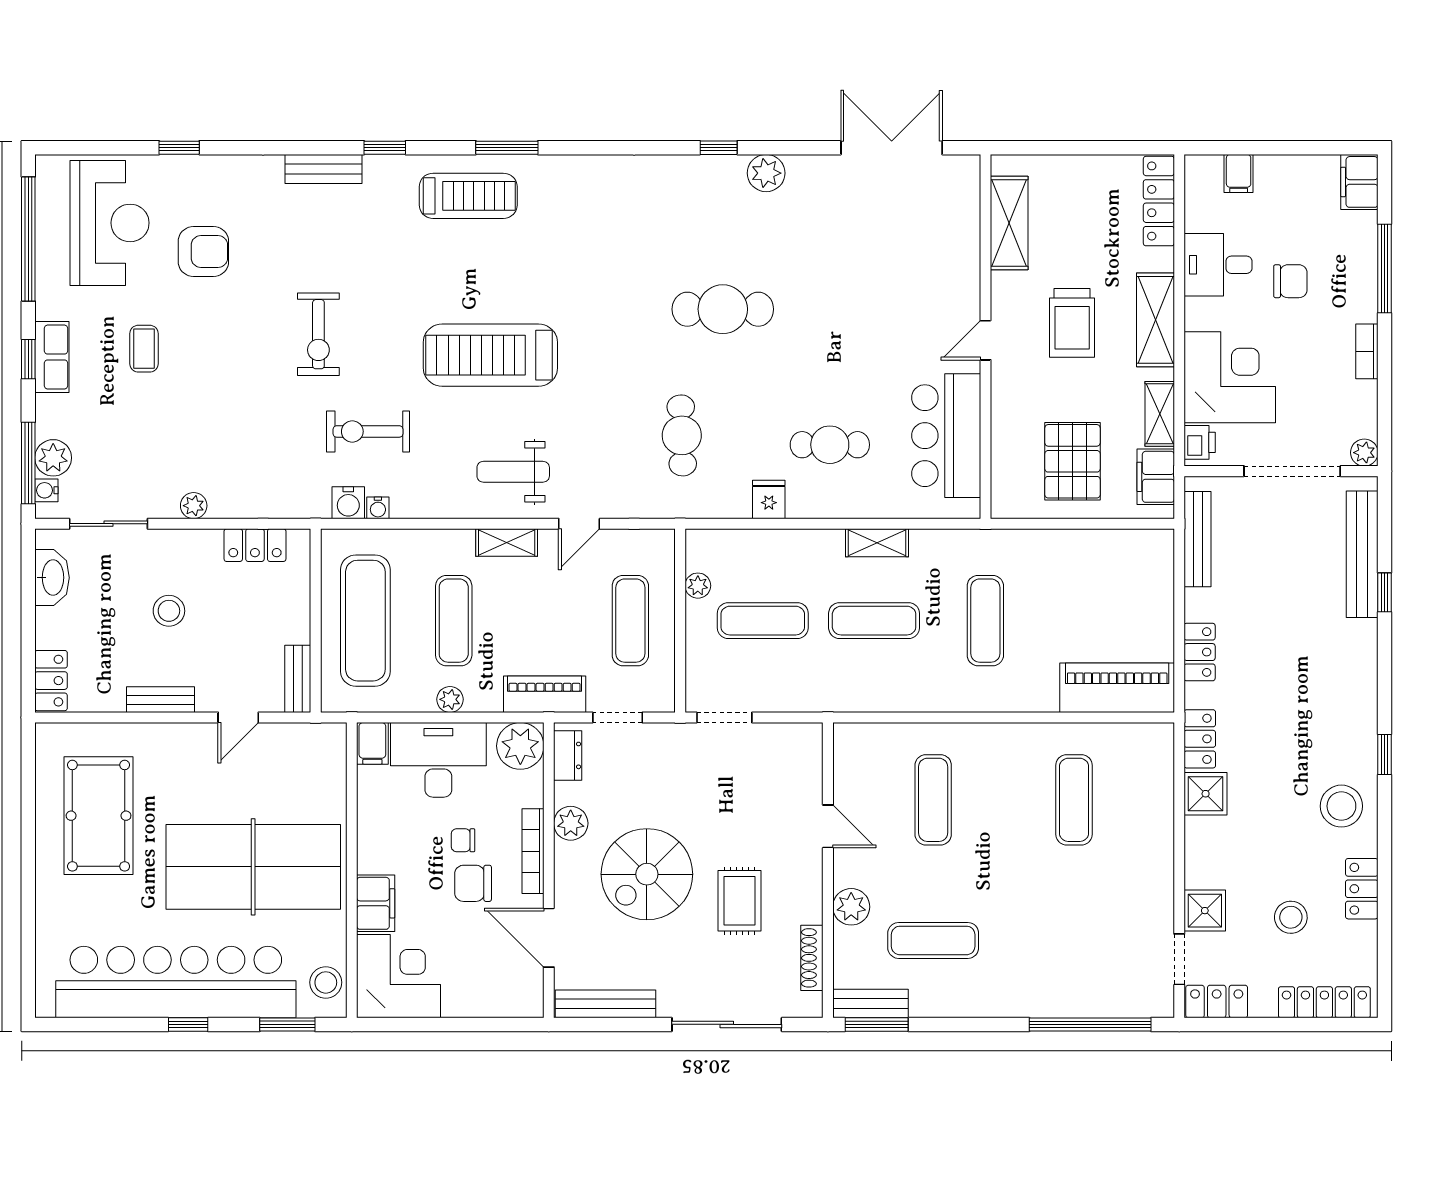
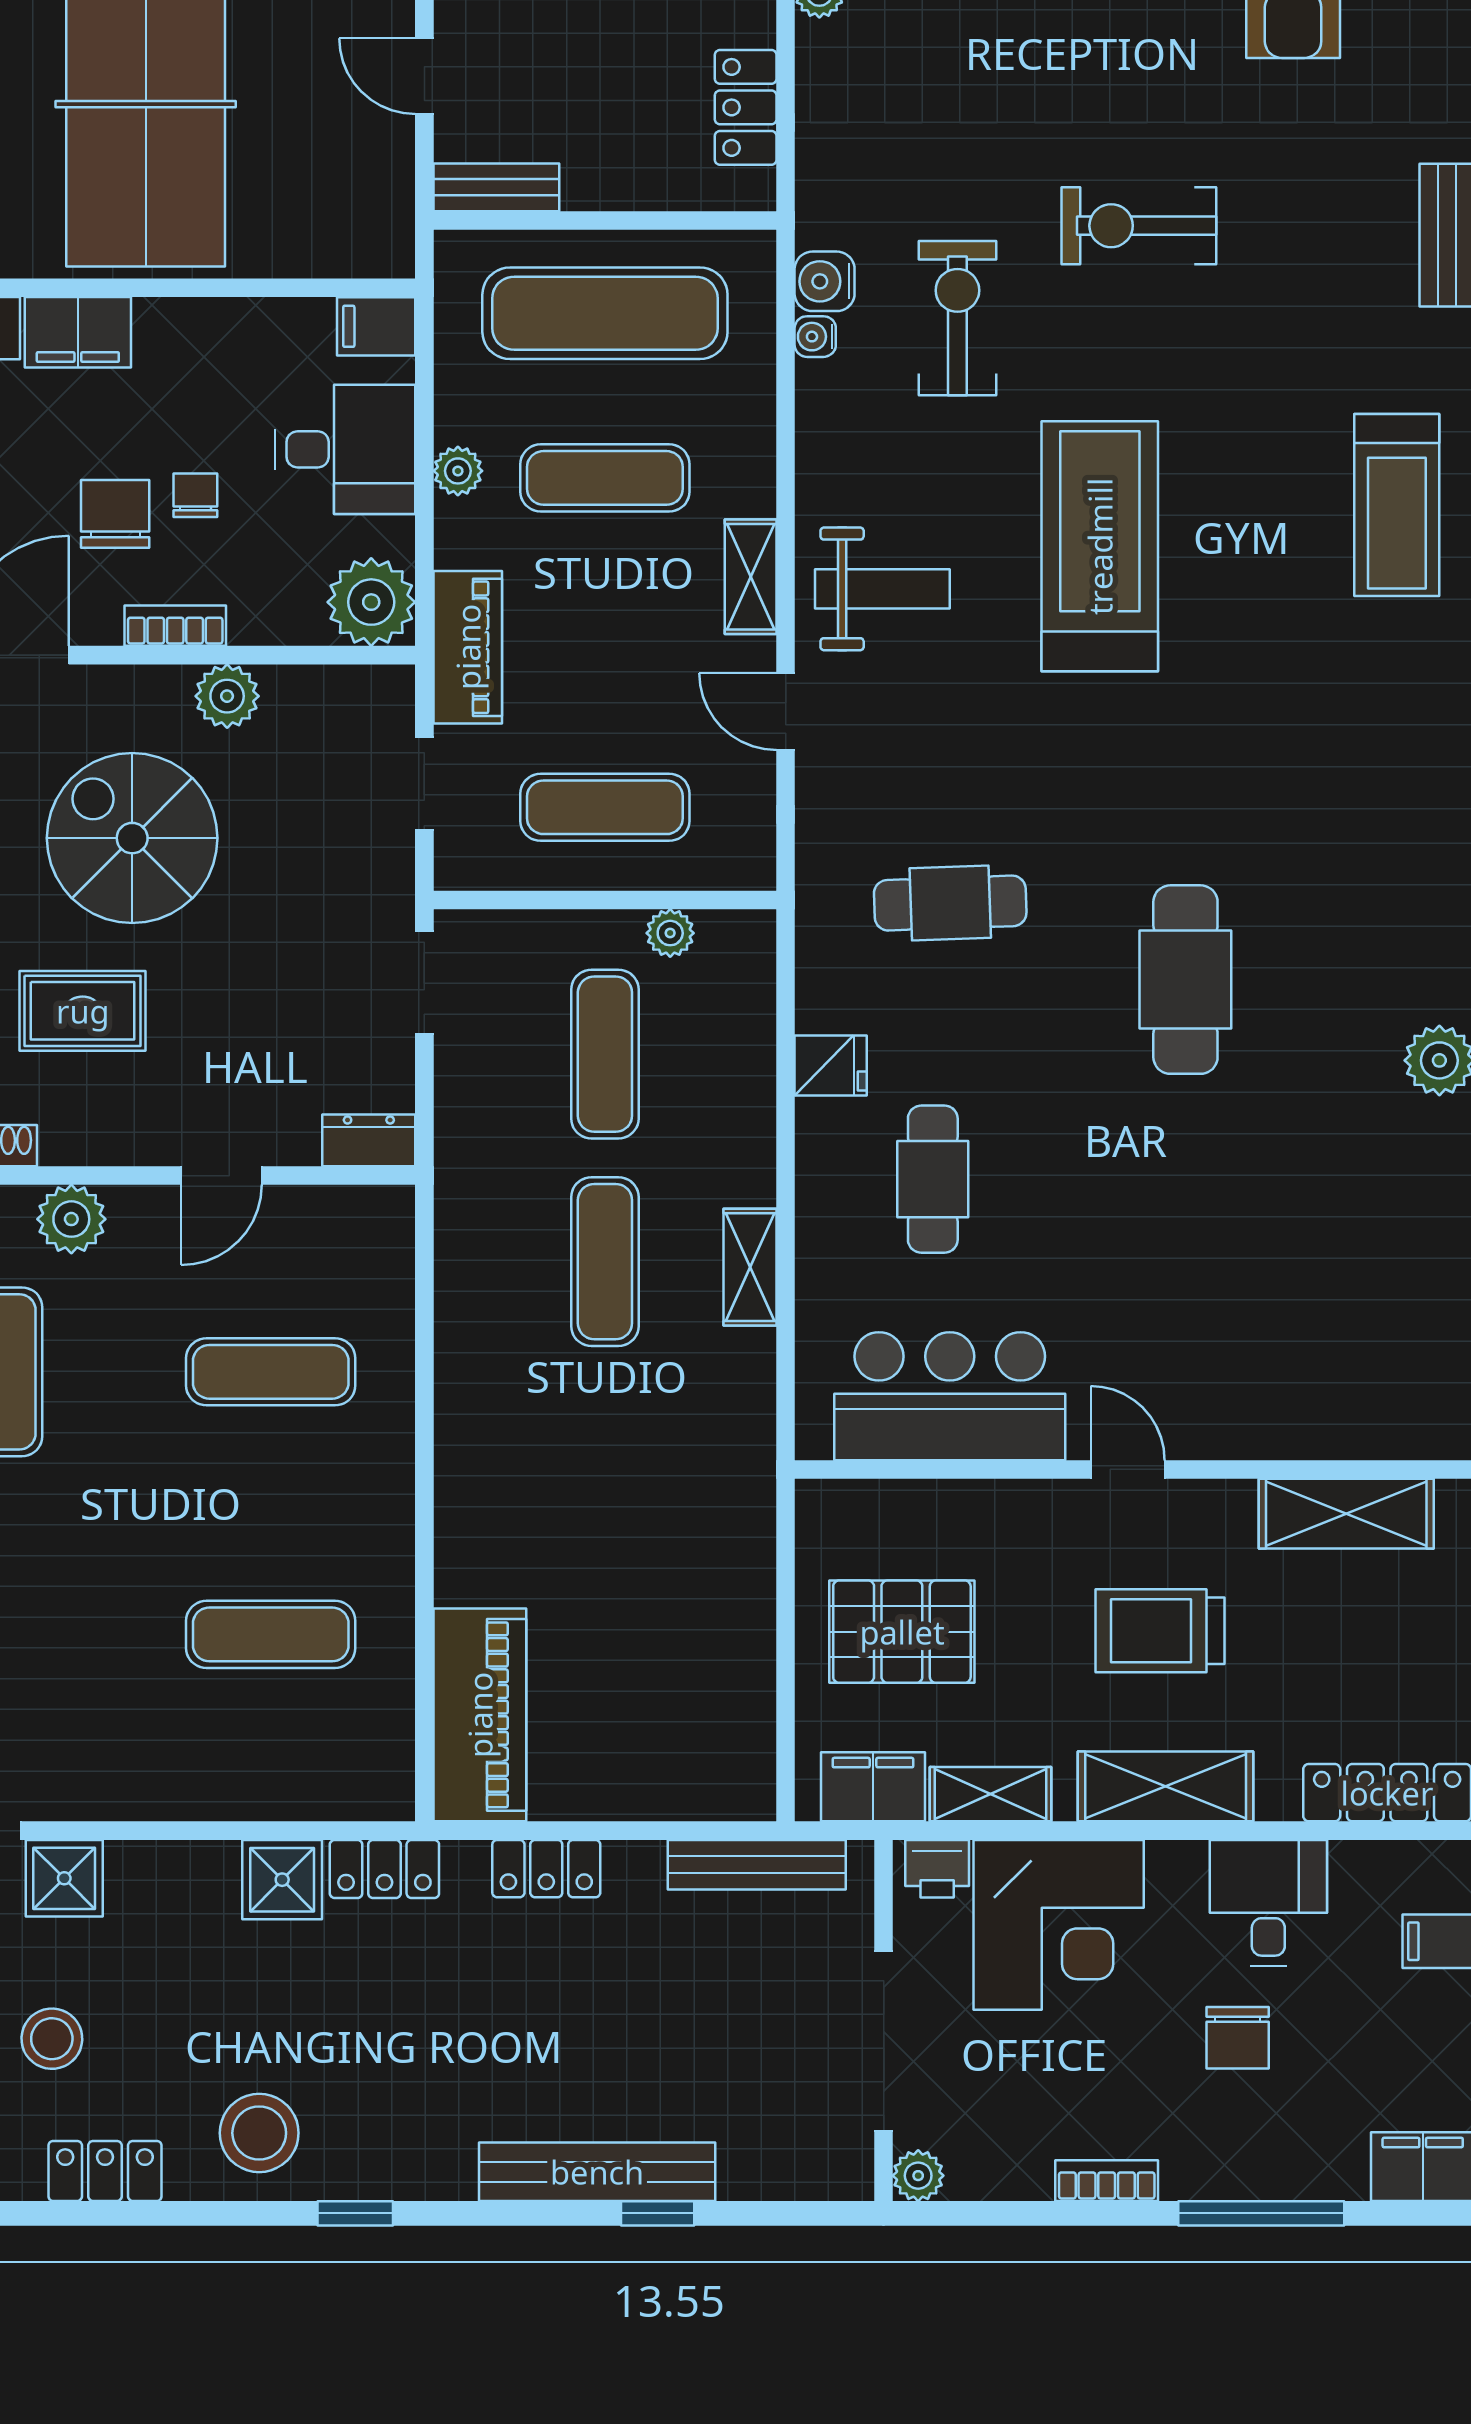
weight bench: (513, 472) -> (882, 589), turned 90
bench: (1362, 554) -> (597, 2172), moved
exercise mat: (985, 621) -> (605, 1469), removed
dresser: (568, 755) -> (369, 1140), moved, turned 180
desk: (438, 760) -> (345, 449), width x0.73
bookcase: (533, 851) -> (175, 626), width x0.64

